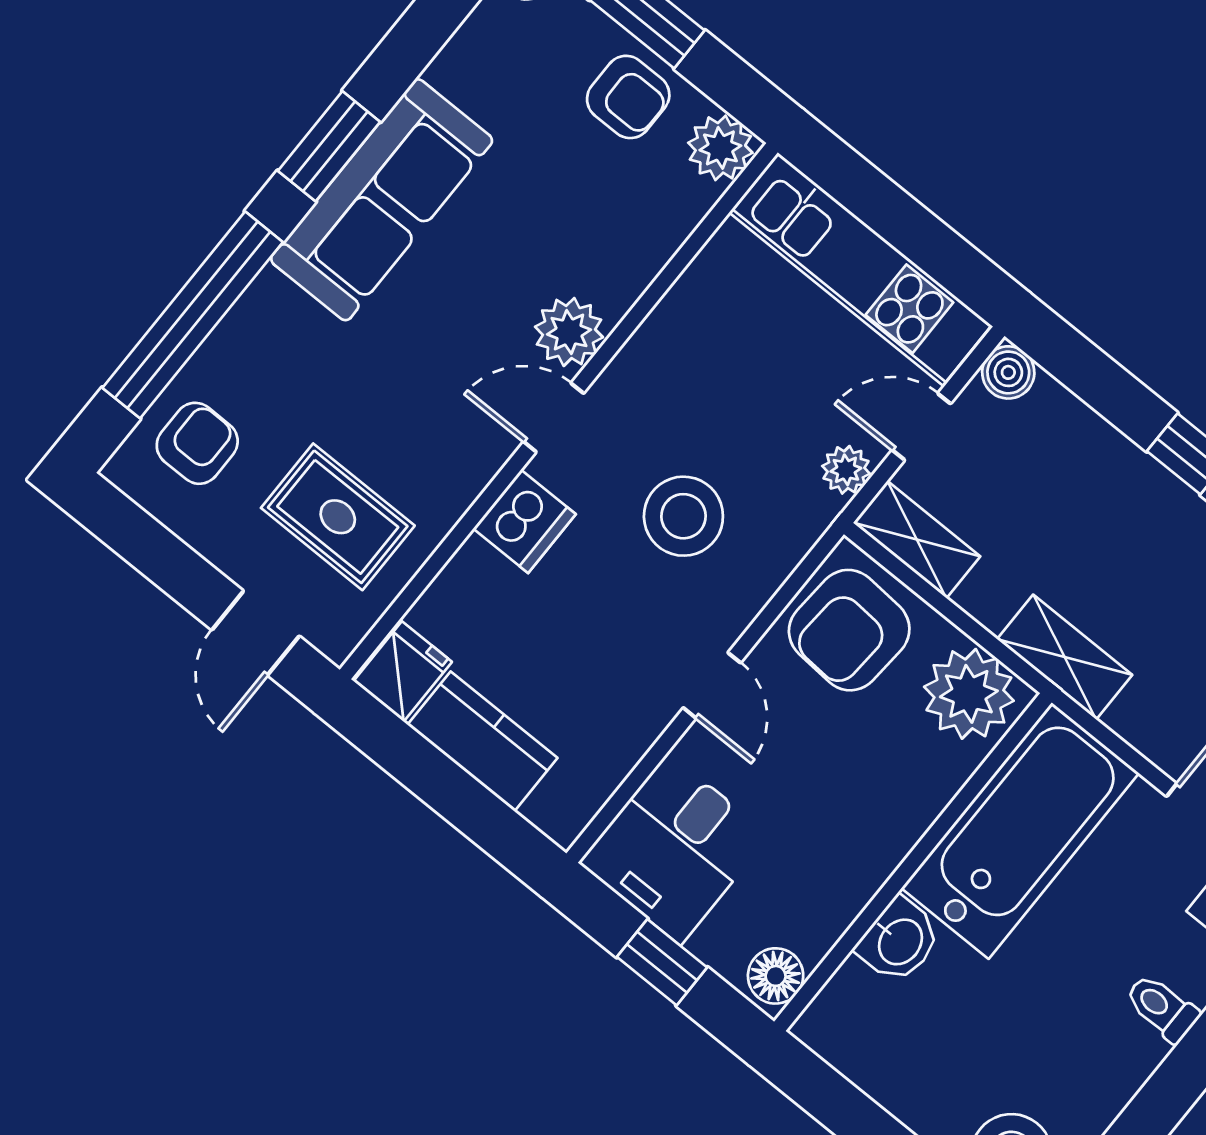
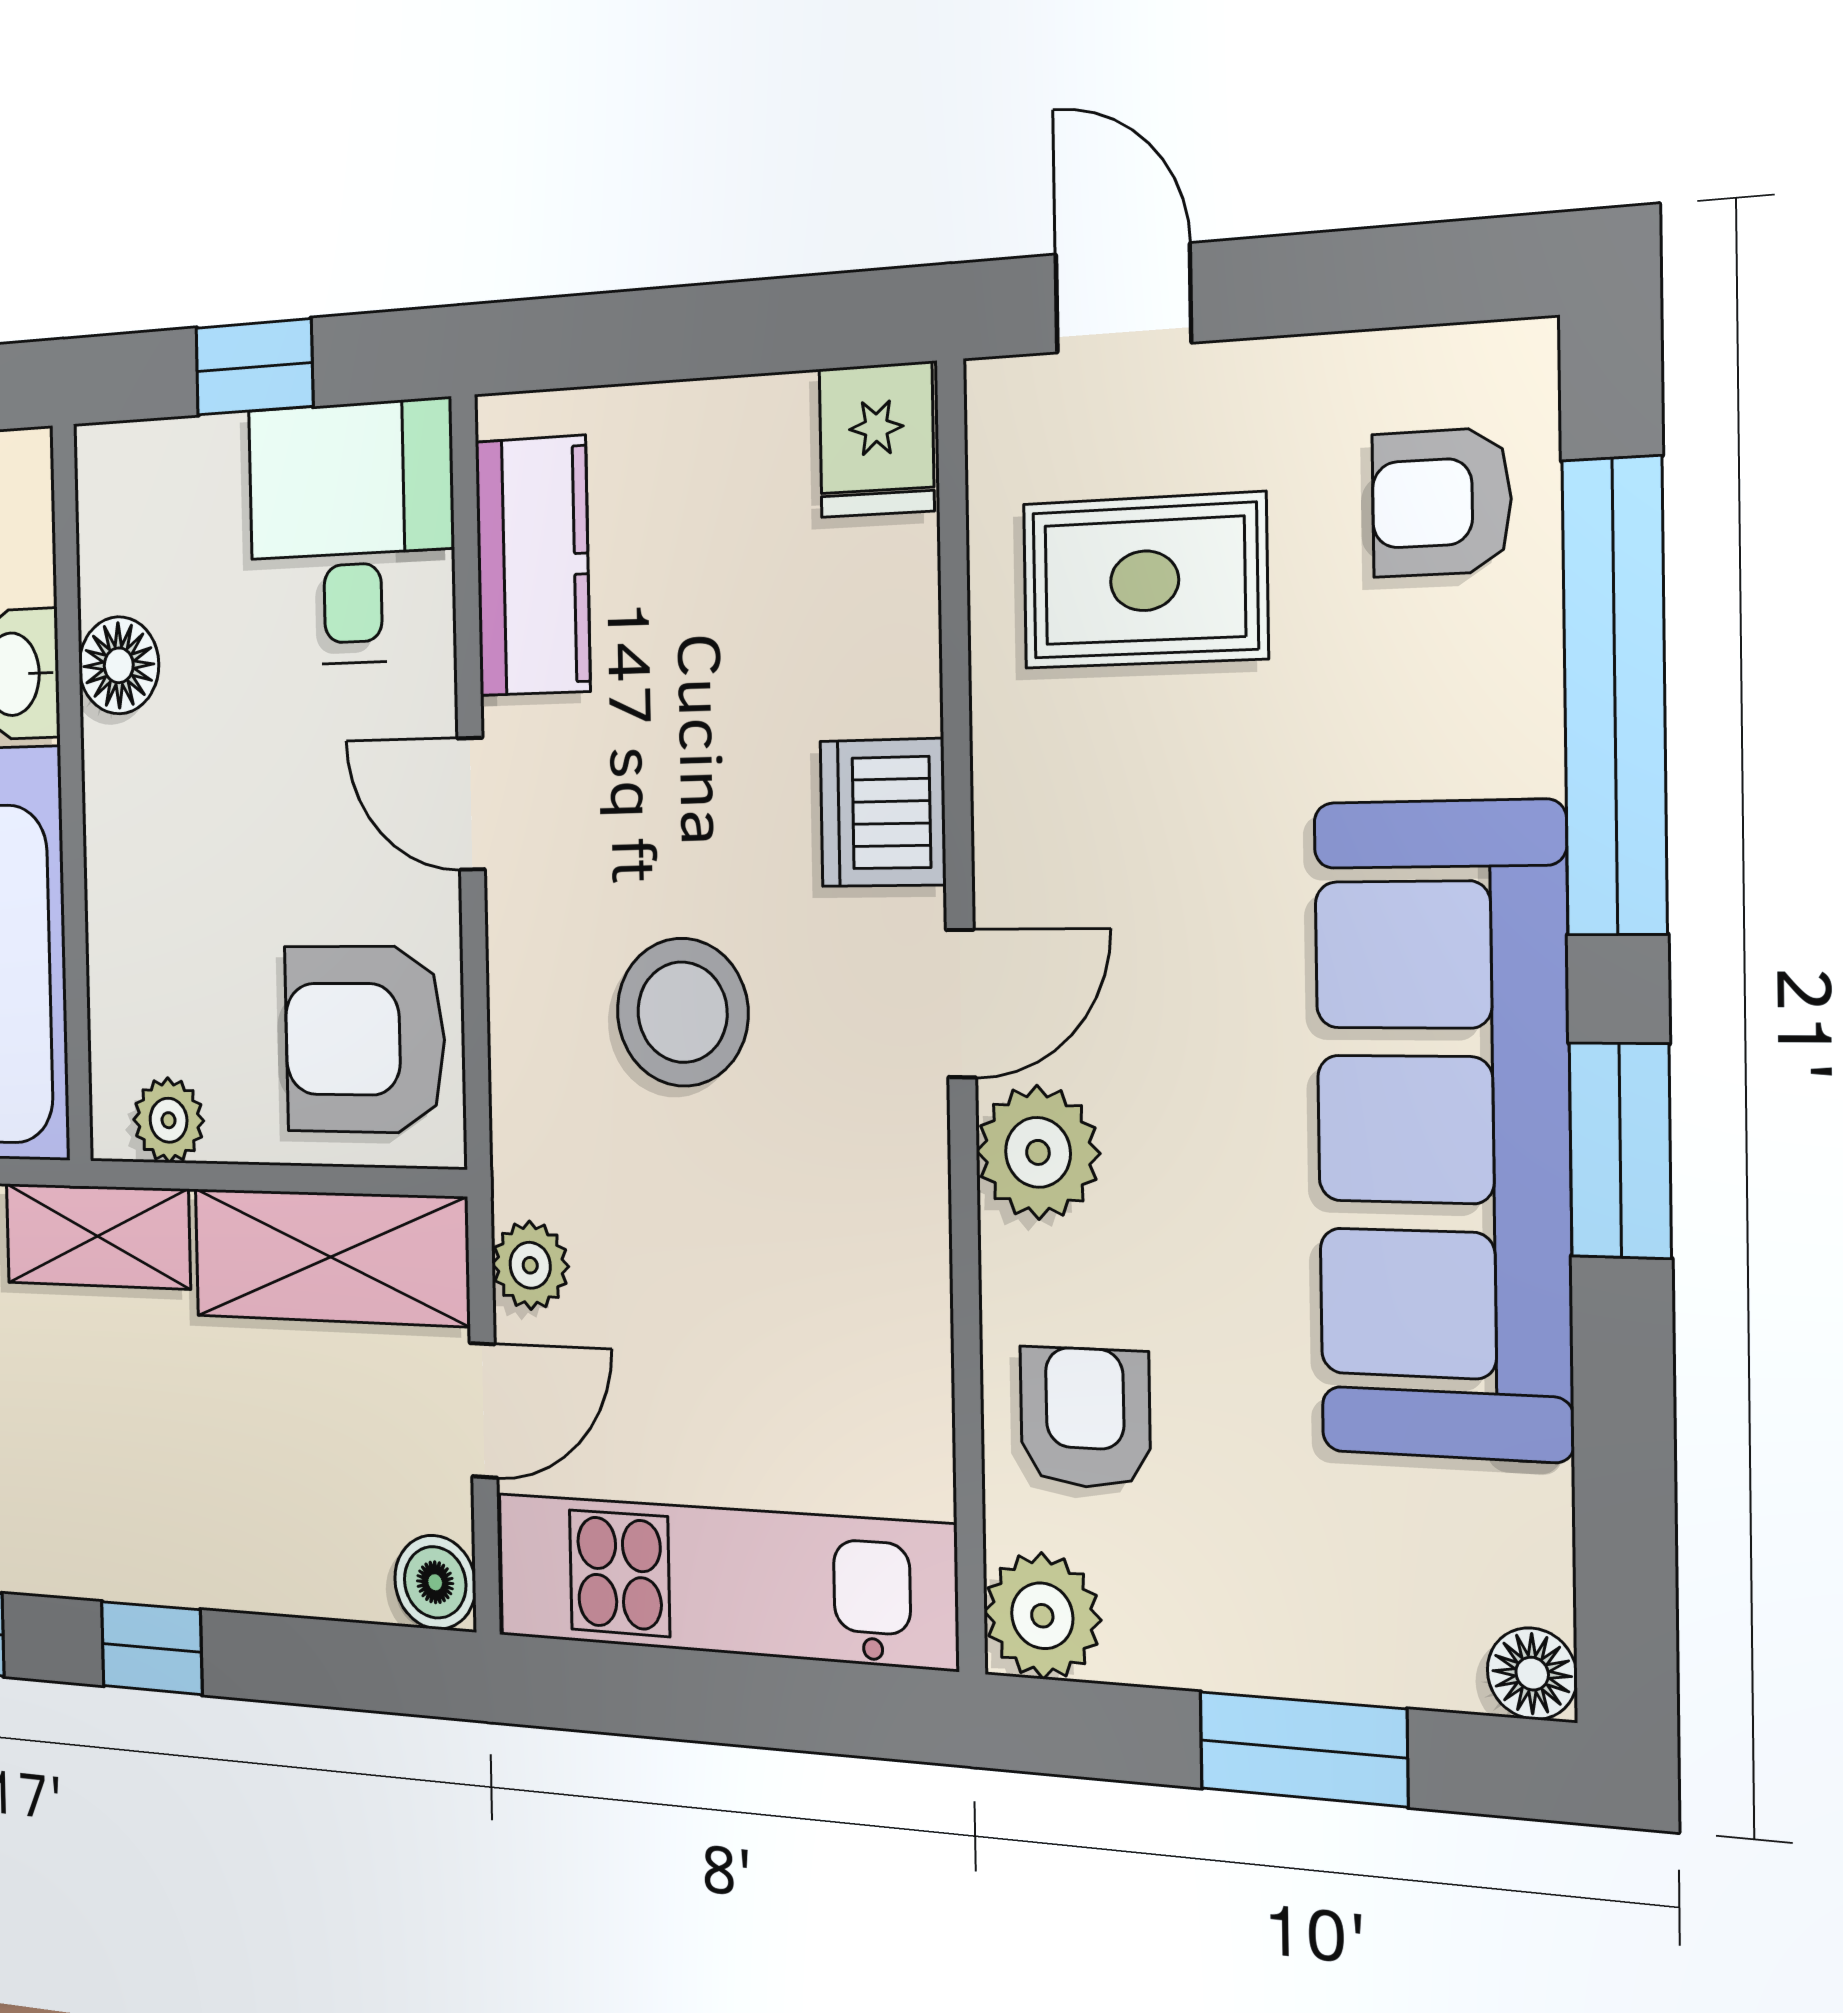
armchair: (628, 97) -> (1085, 1418), moved, turned 90
sofa: (382, 200) -> (1443, 1130), width x1.36, depth x1.27
armchair: (197, 443) -> (1442, 502), turned 90
shelving: (917, 539) -> (331, 1257), width x1.50, depth x1.33
armchair: (849, 630) -> (365, 1039), turned -94
plant: (969, 694) -> (169, 1120), width x0.53, depth x0.53
kitchen counter: (483, 741) -> (533, 566), moved, turned -90
floor lamp: (776, 976) -> (119, 665), moved

